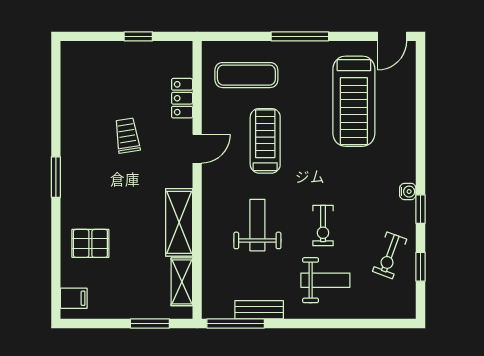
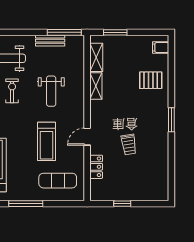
shelving: (179, 222) -> (96, 86), width x0.67, depth x0.75

